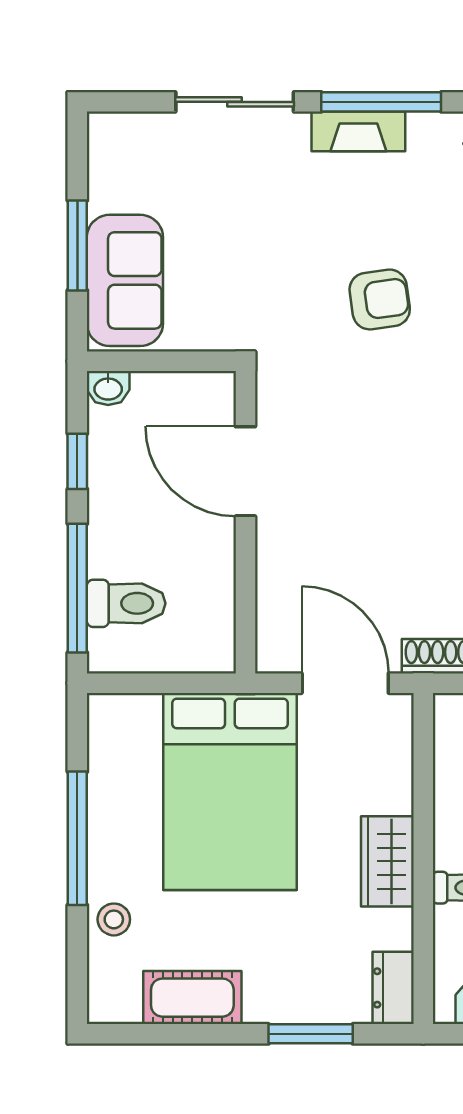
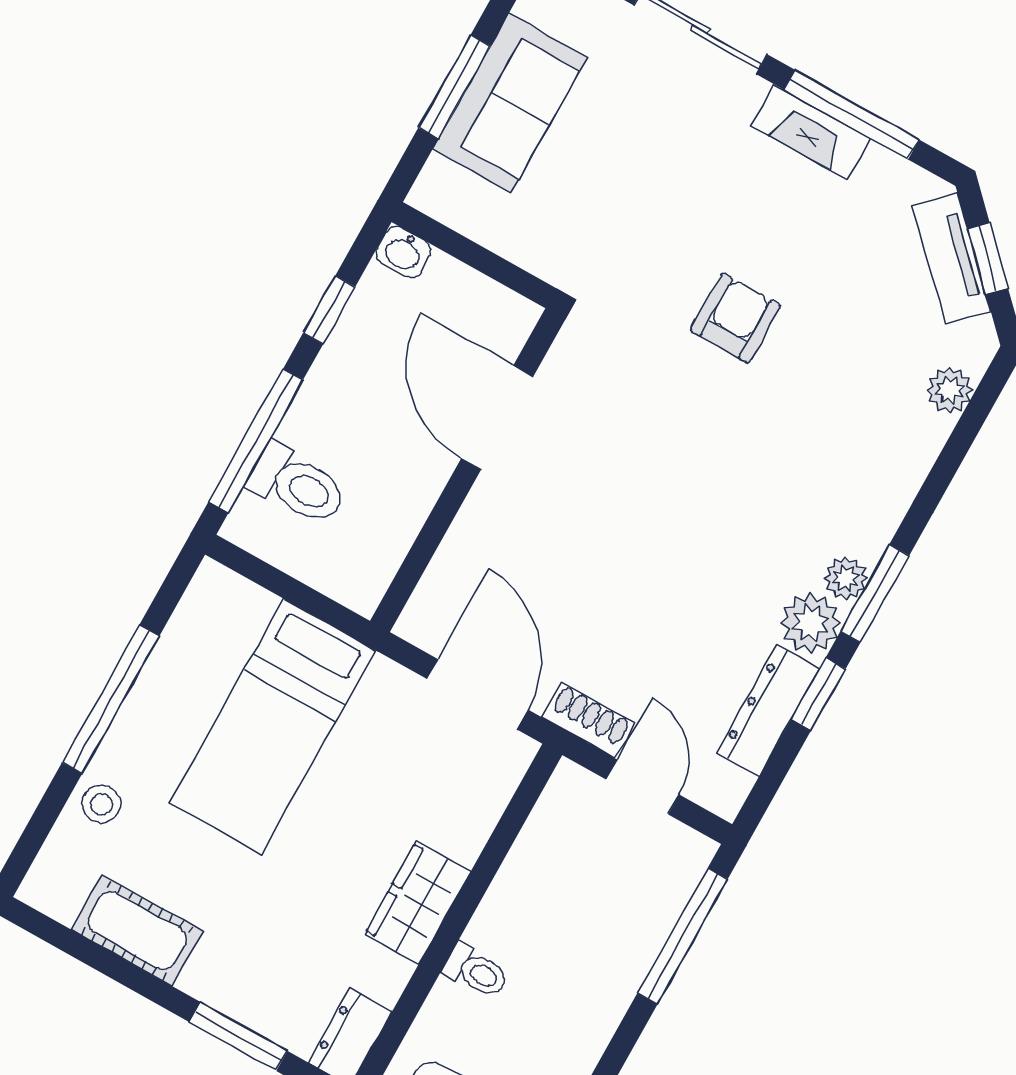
sofa: (125, 280) -> (510, 103), moved
armchair: (380, 299) -> (735, 318), turned -82
bed: (230, 791) -> (273, 726), width x0.67

